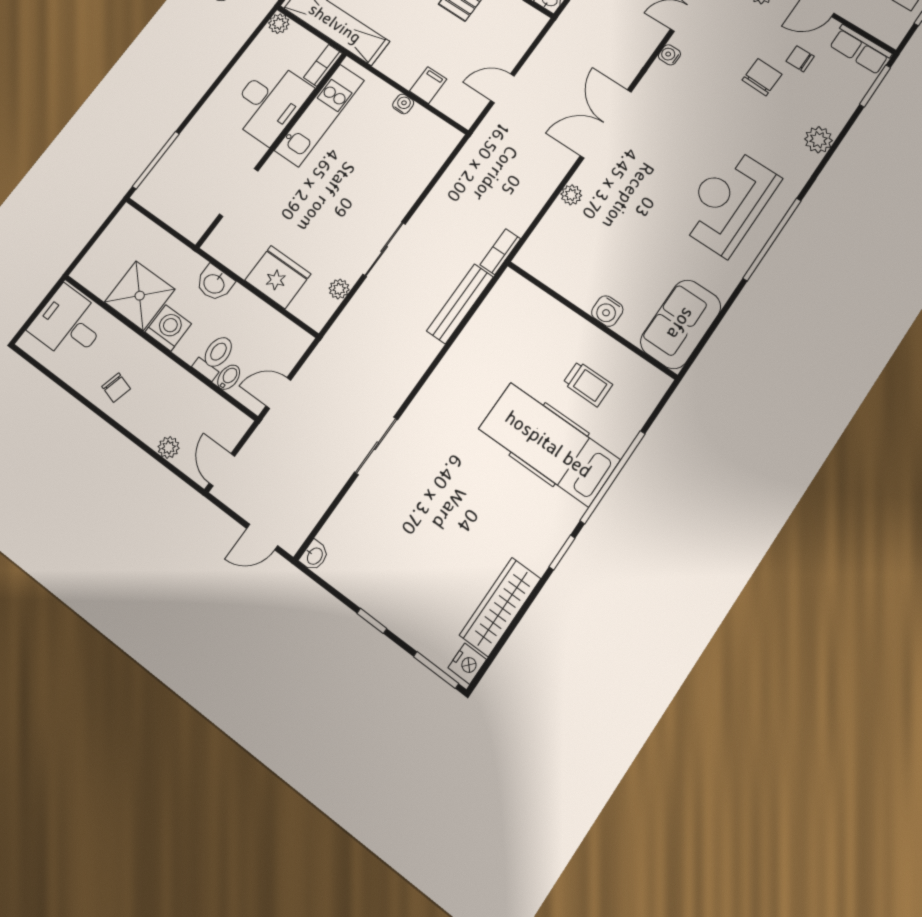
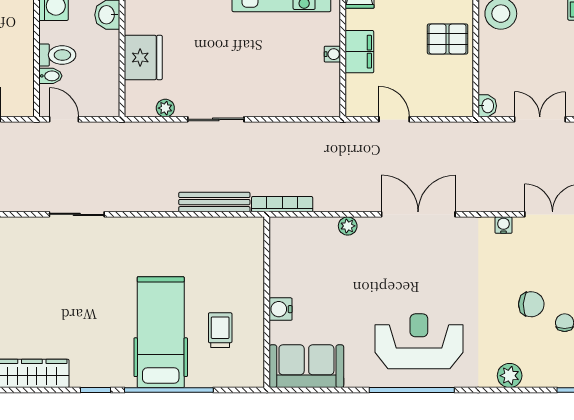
filing cabinet: (428, 85) -> (359, 52), width x2.00
bookcase: (500, 252) -> (282, 204), width x1.56
trolley: (588, 384) -> (220, 330), turned 180

